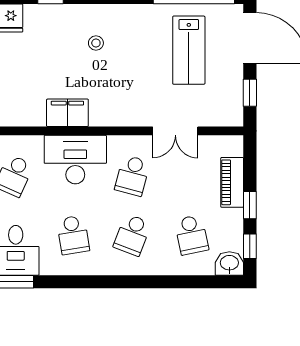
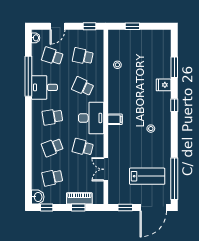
lab bench: (189, 50) -> (147, 176), turned 180
filing cabinet: (67, 113) -> (115, 119), width x0.50
window: (250, 205) -> (78, 207), moved
school desk: (132, 235) -> (52, 147), turned -42

